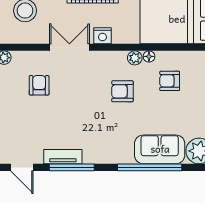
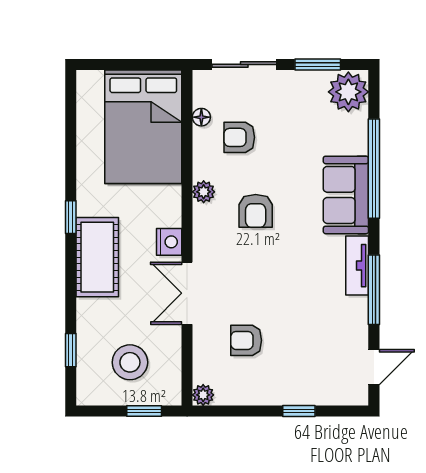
floor lamp: (149, 56) -> (201, 117), moved
armchair: (170, 81) -> (239, 137), turned 90
sofa: (160, 149) -> (346, 195), moved
tv unit: (63, 157) -> (357, 266), moved

